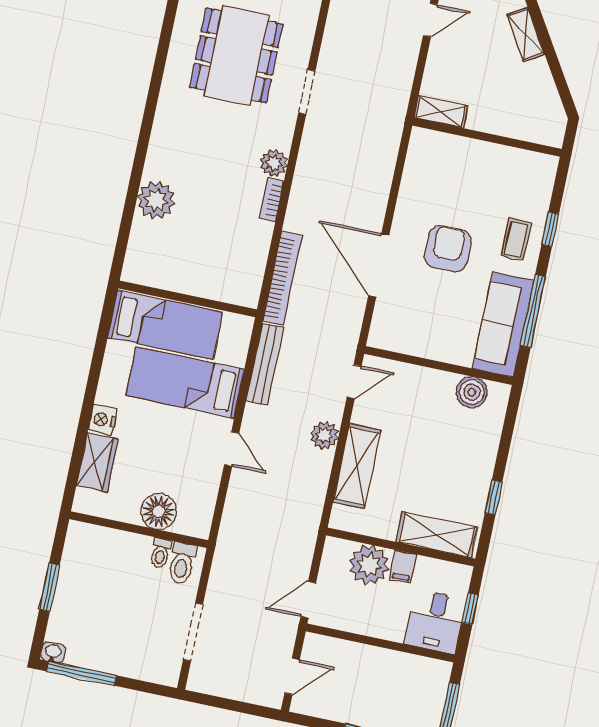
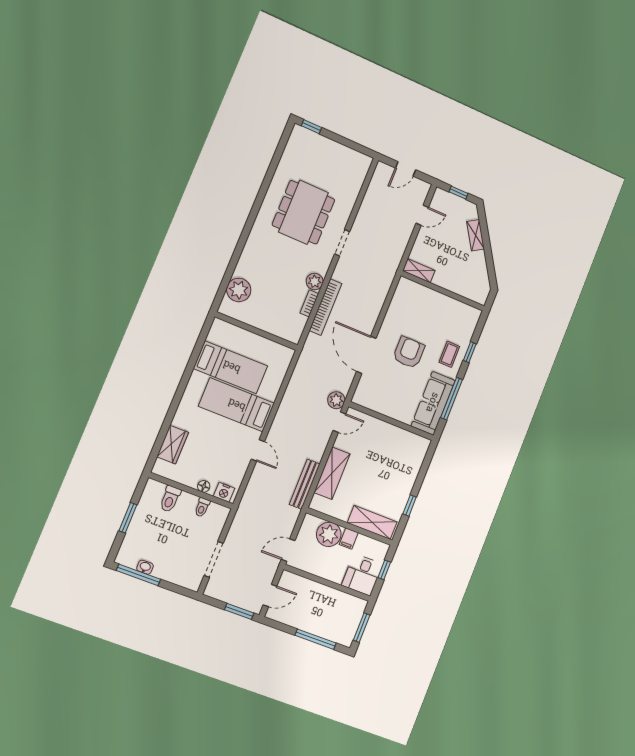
bookcase: (282, 278) -> (325, 307), moved
wall: (187, 299) -> (256, 331), moved
bench: (265, 364) -> (305, 484), moved
boiler: (472, 392) -> (408, 440), removed
nightstand: (103, 420) -> (224, 492), moved, turned -90
plant: (324, 435) -> (336, 400), moved
floor lamp: (159, 512) -> (204, 486), width x0.53, depth x0.53
toilet: (182, 563) -> (170, 499), moved
washbasin: (53, 652) -> (145, 567), moved
window: (248, 708) -> (239, 611), added

